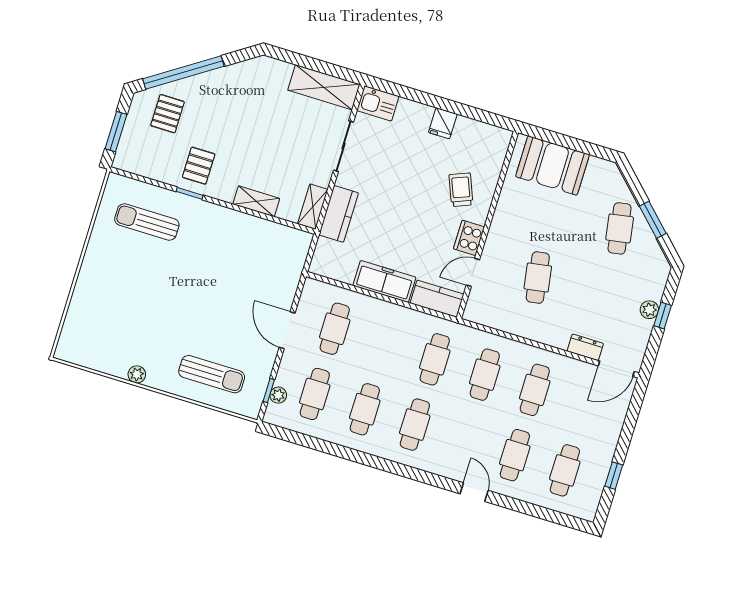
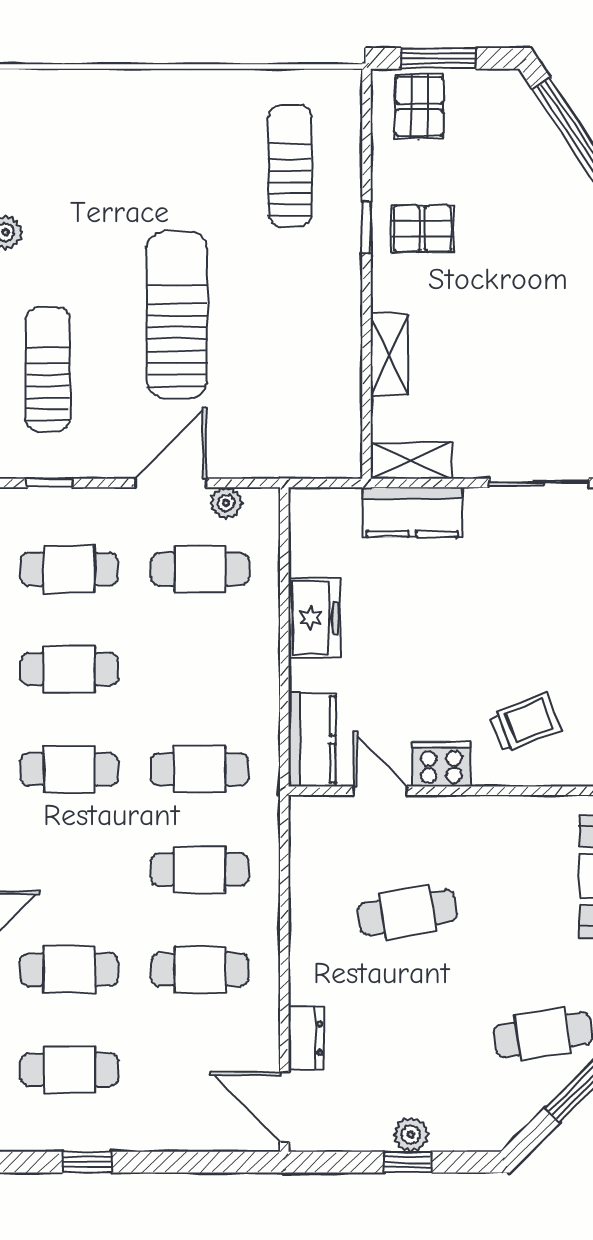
pallet: (167, 114) -> (419, 106), moved, turned 90
freezer: (384, 281) -> (314, 618), width x0.71
sun lounger: (204, 301) -> (177, 315), added
sun lounger: (212, 374) -> (48, 369), turned 180
plant: (278, 395) -> (226, 503), moved

